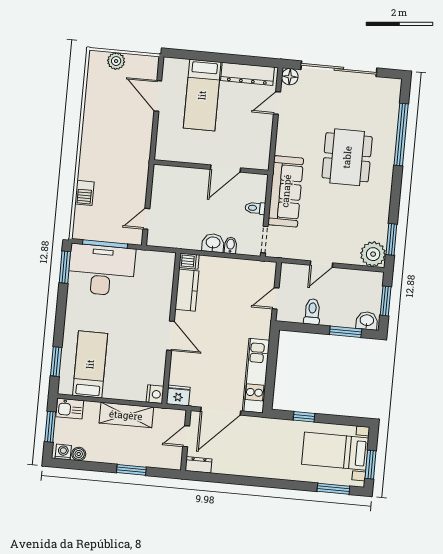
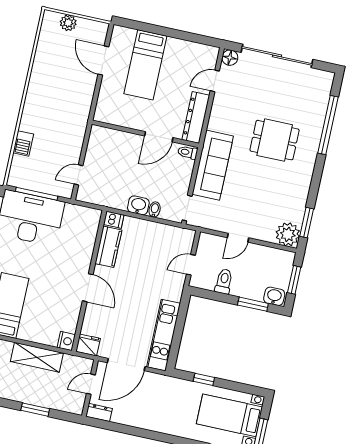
dresser: (248, 74) -> (196, 117), moved, turned 90
dining table: (347, 157) -> (275, 140), width x0.73
toilet: (255, 208) -> (188, 152), moved

